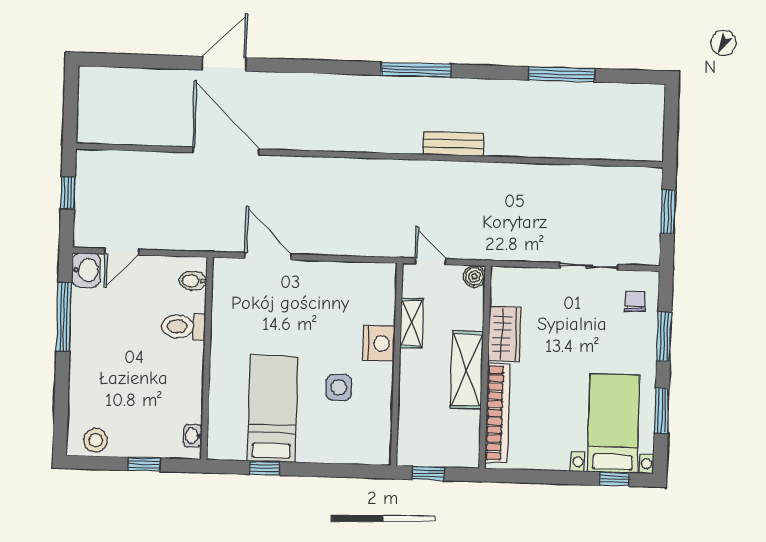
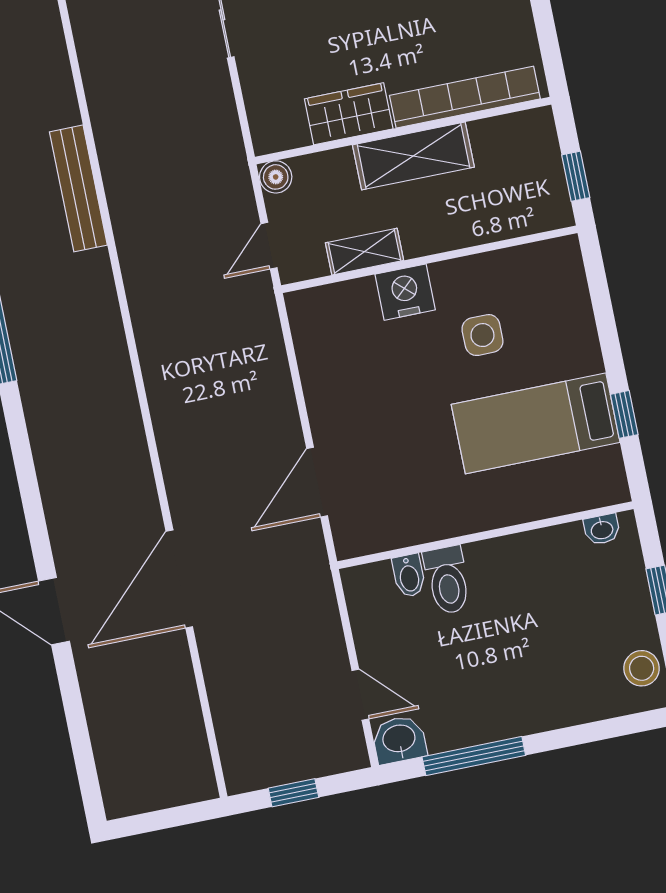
bench: (453, 144) -> (78, 188), moved, width x1.36
bidet: (193, 281) -> (409, 576), moved

